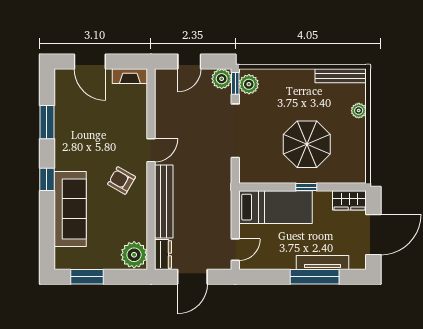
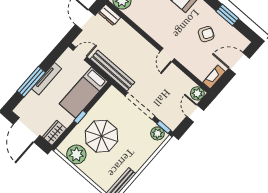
plant: (222, 79) -> (197, 93), moved
plant: (359, 111) -> (76, 154), moved, width x1.87, depth x1.87
armchair: (122, 180) -> (206, 34), moved
bench: (164, 201) -> (112, 71), moved
door: (235, 250) -> (80, 54), swing flipped
tv unit: (322, 262) -> (47, 79), moved

